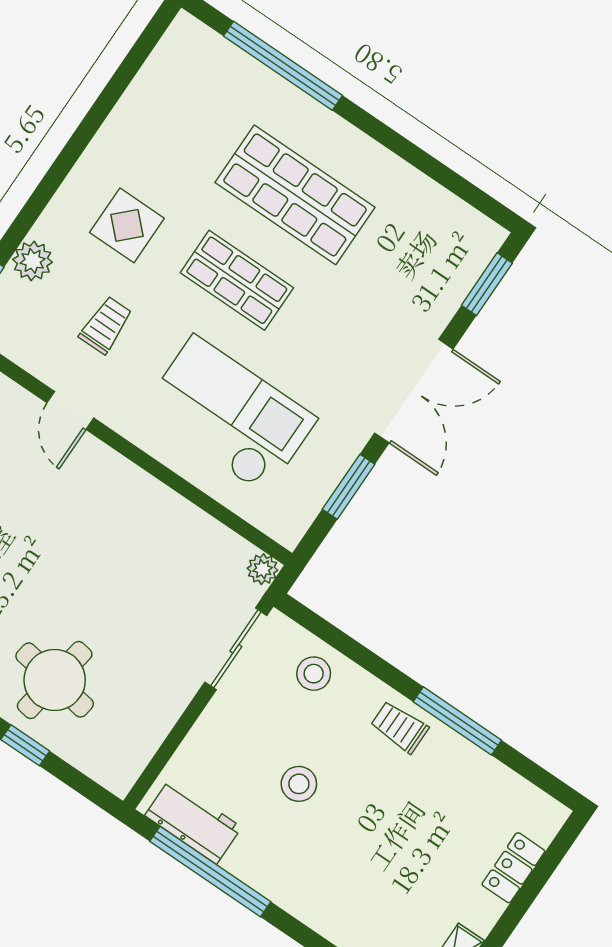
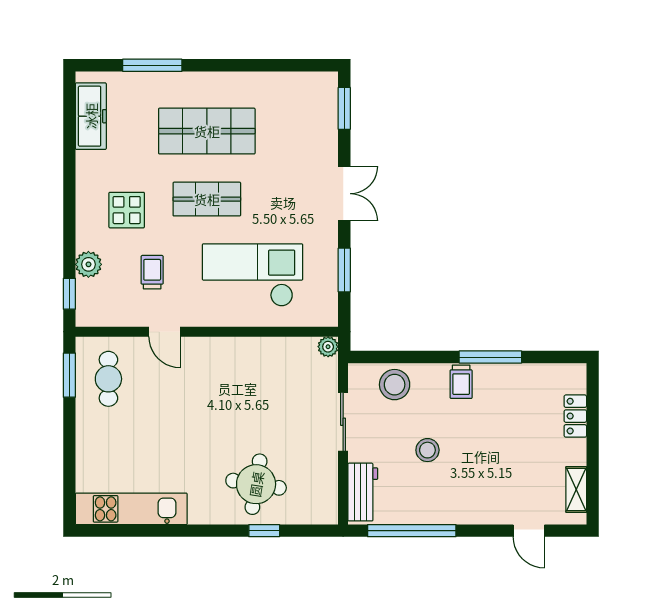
window: (283, 66) -> (152, 65), width x0.68
freezer: (162, 77) -> (91, 116), added
double door: (414, 391) -> (344, 194), width x0.73
sliding door: (236, 649) -> (343, 422), moved
stool: (314, 674) -> (395, 385), width x1.38, depth x1.38
trolley: (399, 727) -> (461, 382), turned -90
workbench: (193, 821) -> (363, 492), moved, turned 90

